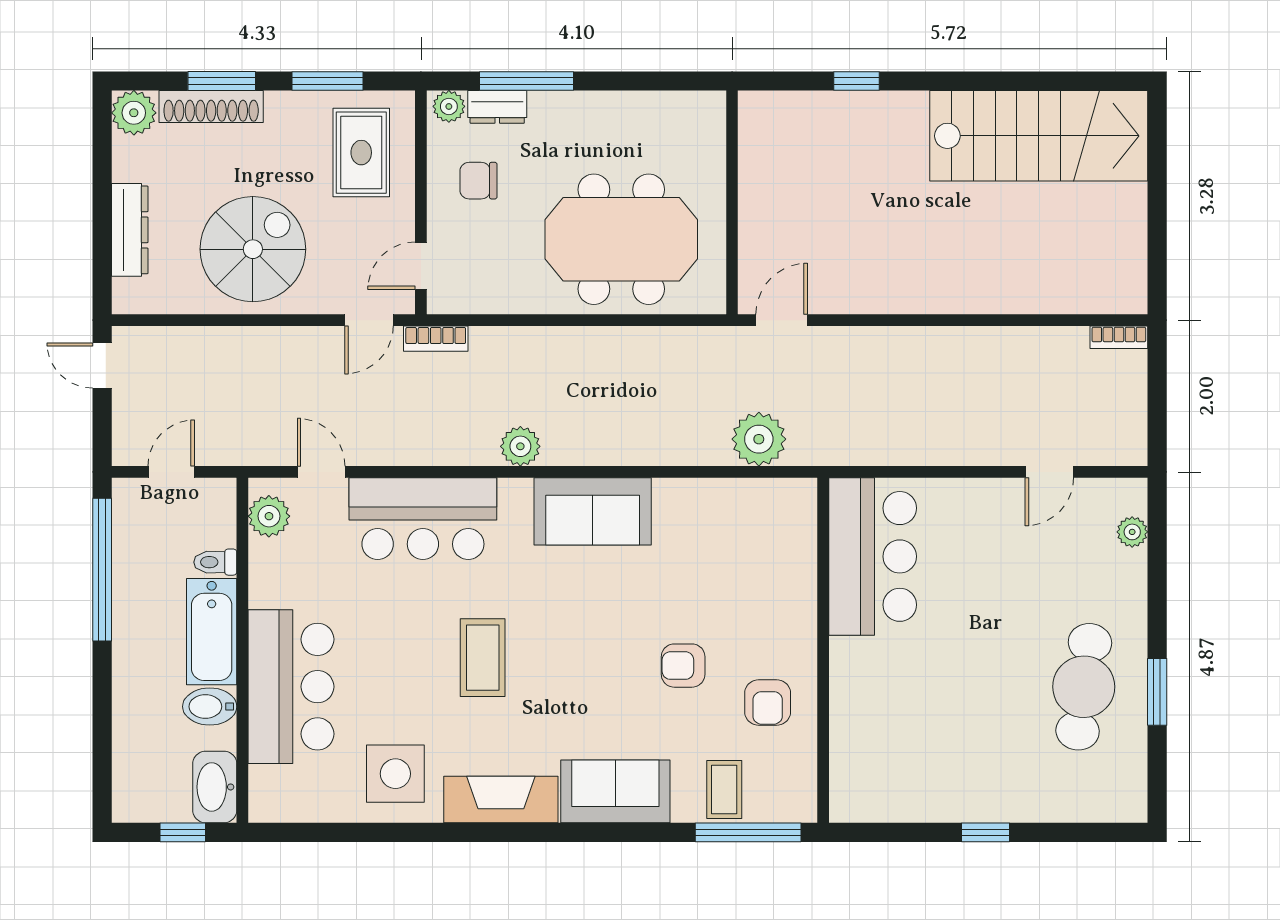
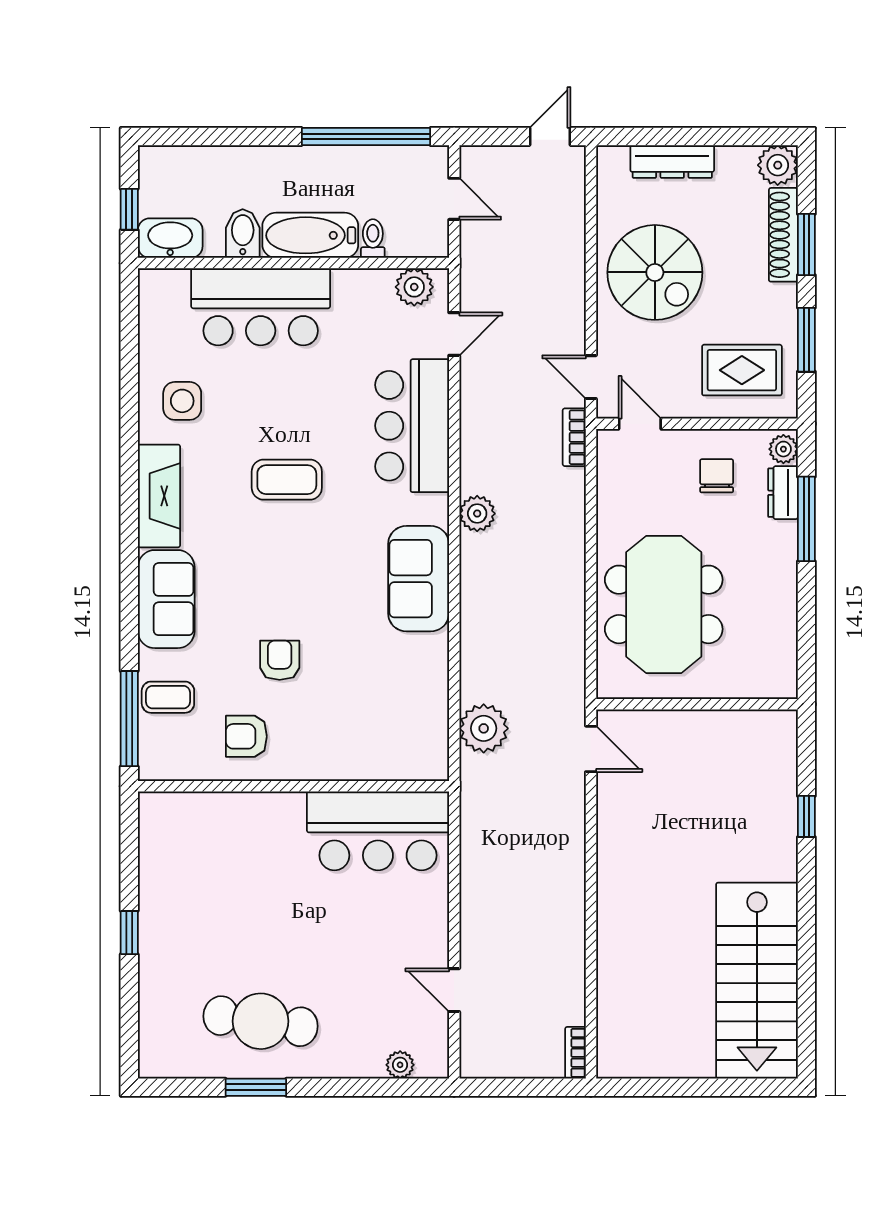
side table: (395, 774) -> (182, 401), width x0.73, depth x0.73

